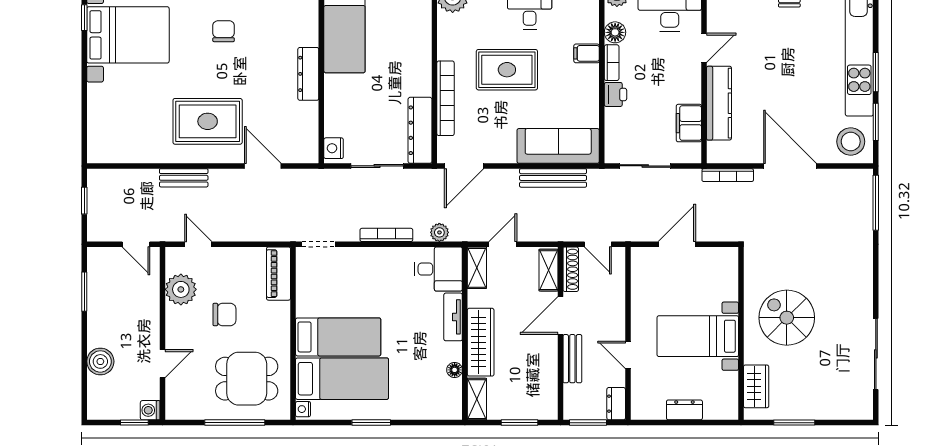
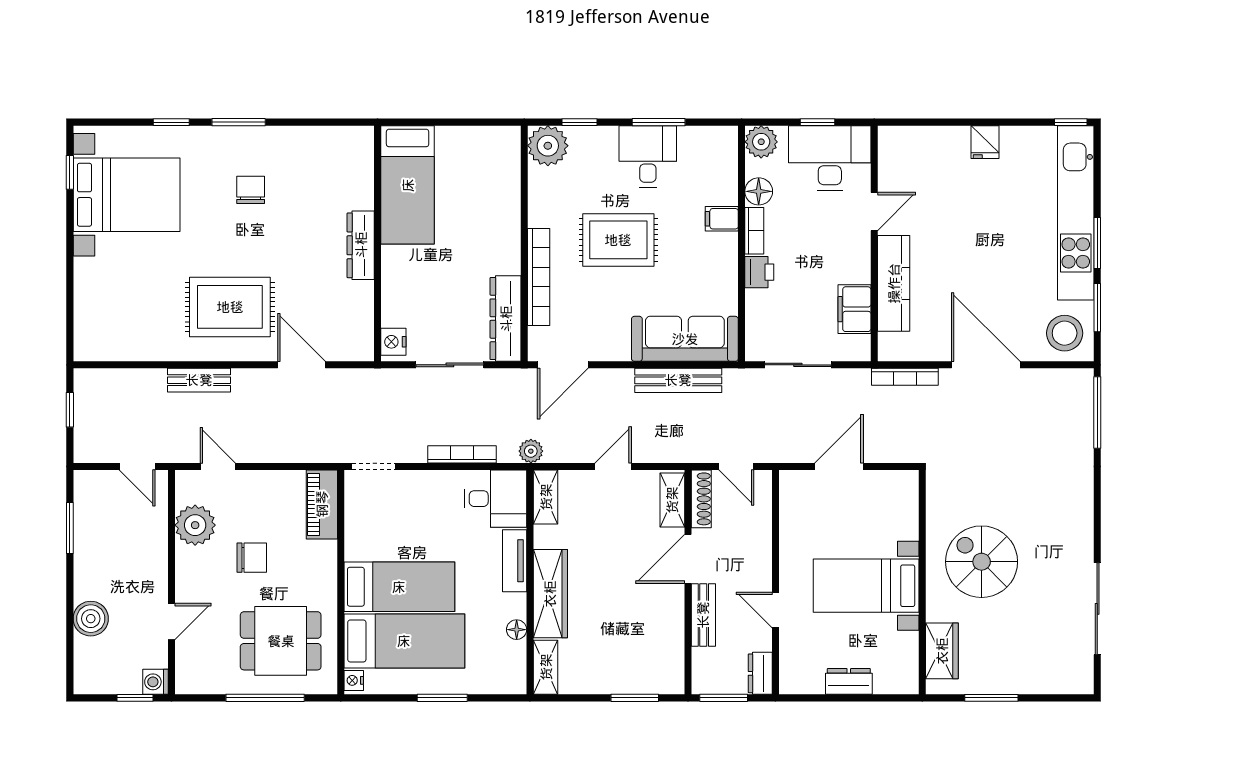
shelving: (477, 268) -> (546, 497), moved
desk: (438, 269) -> (495, 499), moved
tv unit: (453, 317) -> (515, 561), moved
wall: (465, 333) -> (530, 582), moved
wardrobe: (481, 342) -> (550, 594), moved
floor lamp: (455, 370) -> (517, 630), moved
shelving: (477, 399) -> (546, 667), moved

